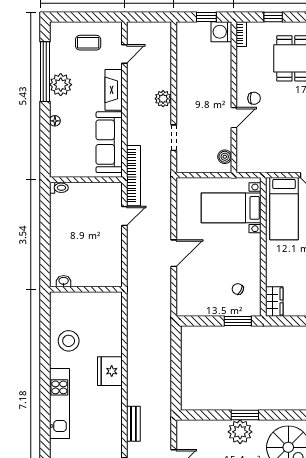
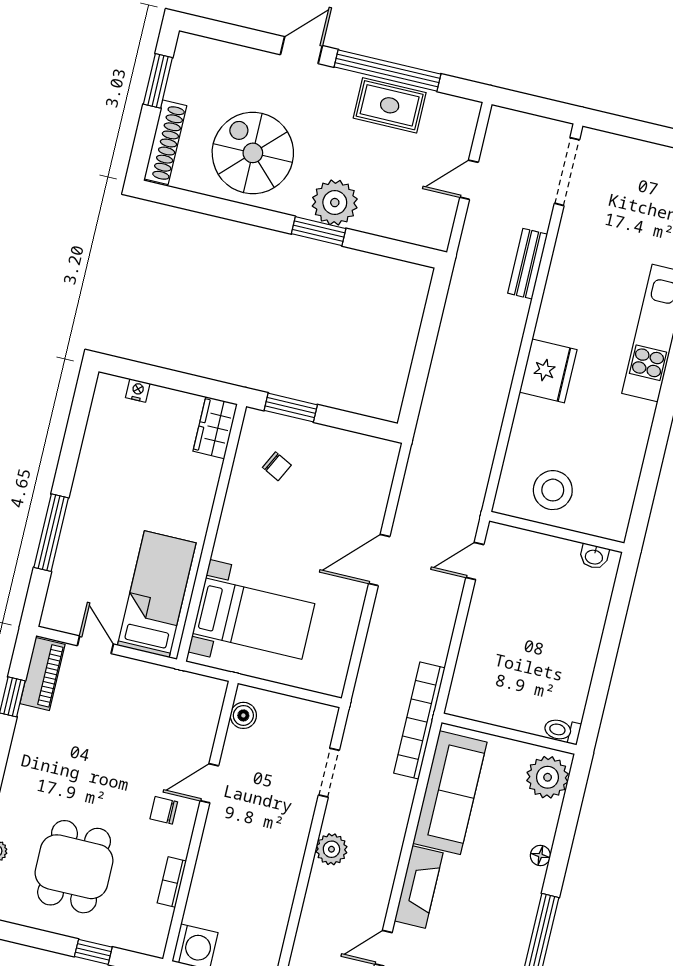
bookcase: (241, 34) -> (172, 882), moved
plant: (61, 85) -> (548, 777), moved
door: (124, 216) -> (475, 561), moved
stool: (69, 341) -> (553, 490), moved

